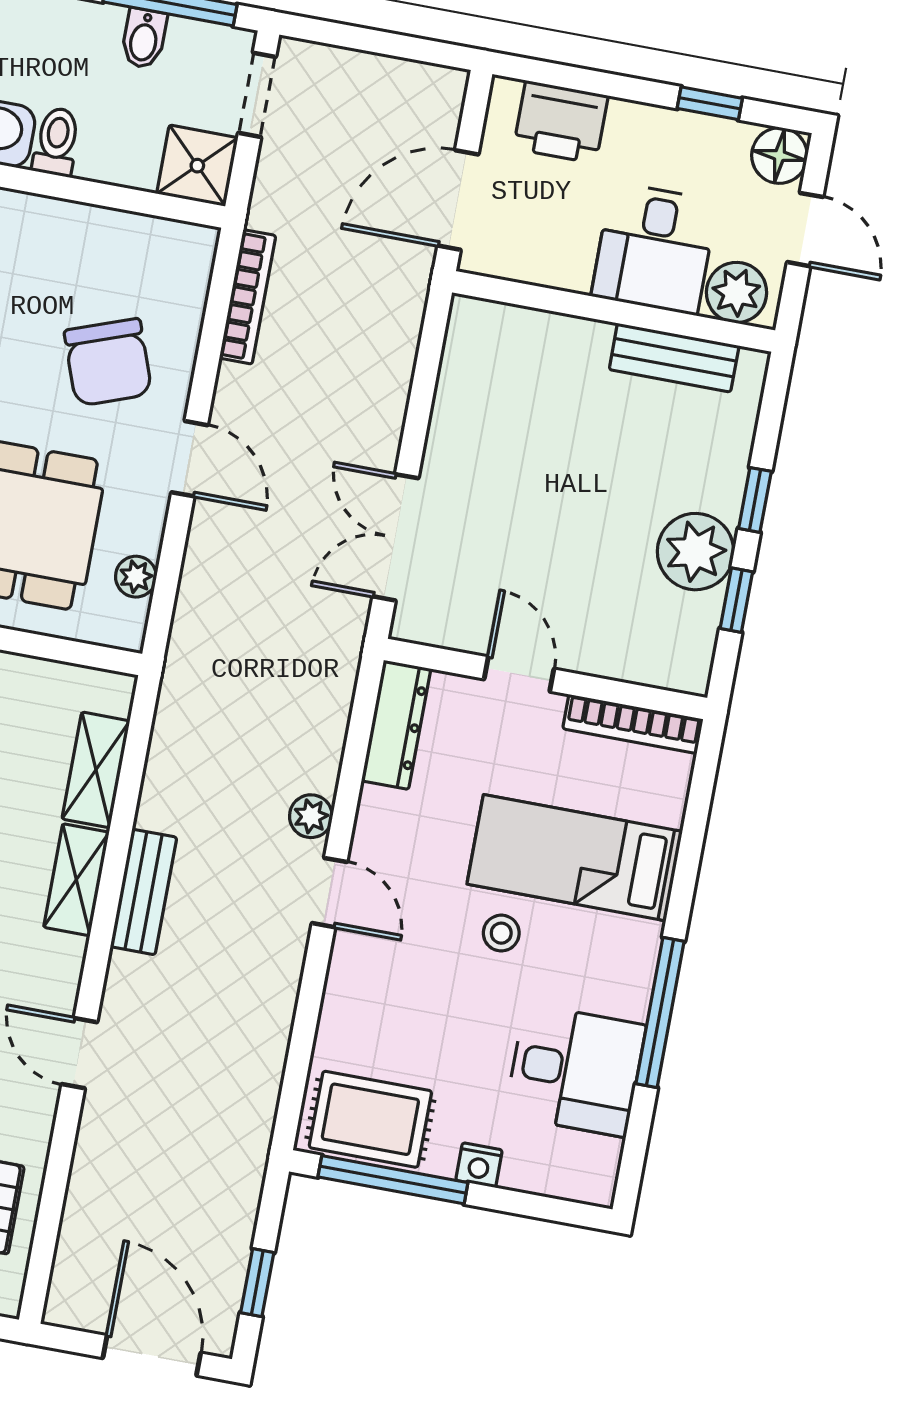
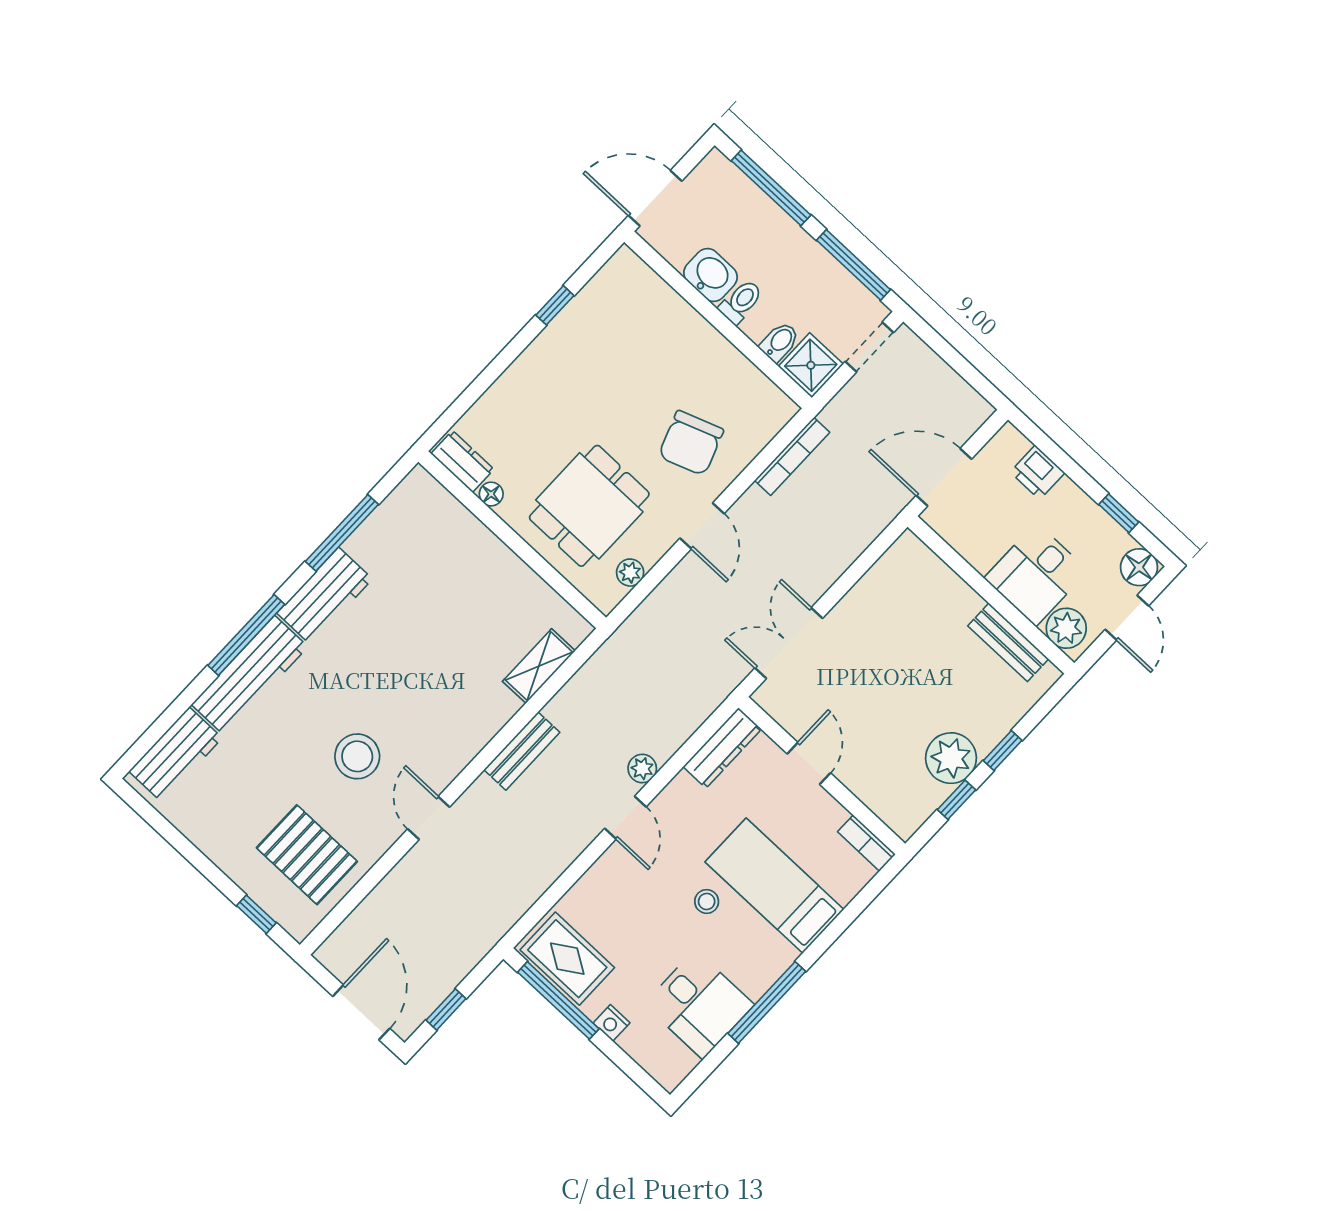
bidet: (144, 38) -> (780, 342), moved, turned 180
printer: (561, 122) -> (1037, 472), width x0.73, depth x0.81
bookcase: (633, 724) -> (867, 843), width x0.64
shelving: (76, 880) -> (489, 720), removed

